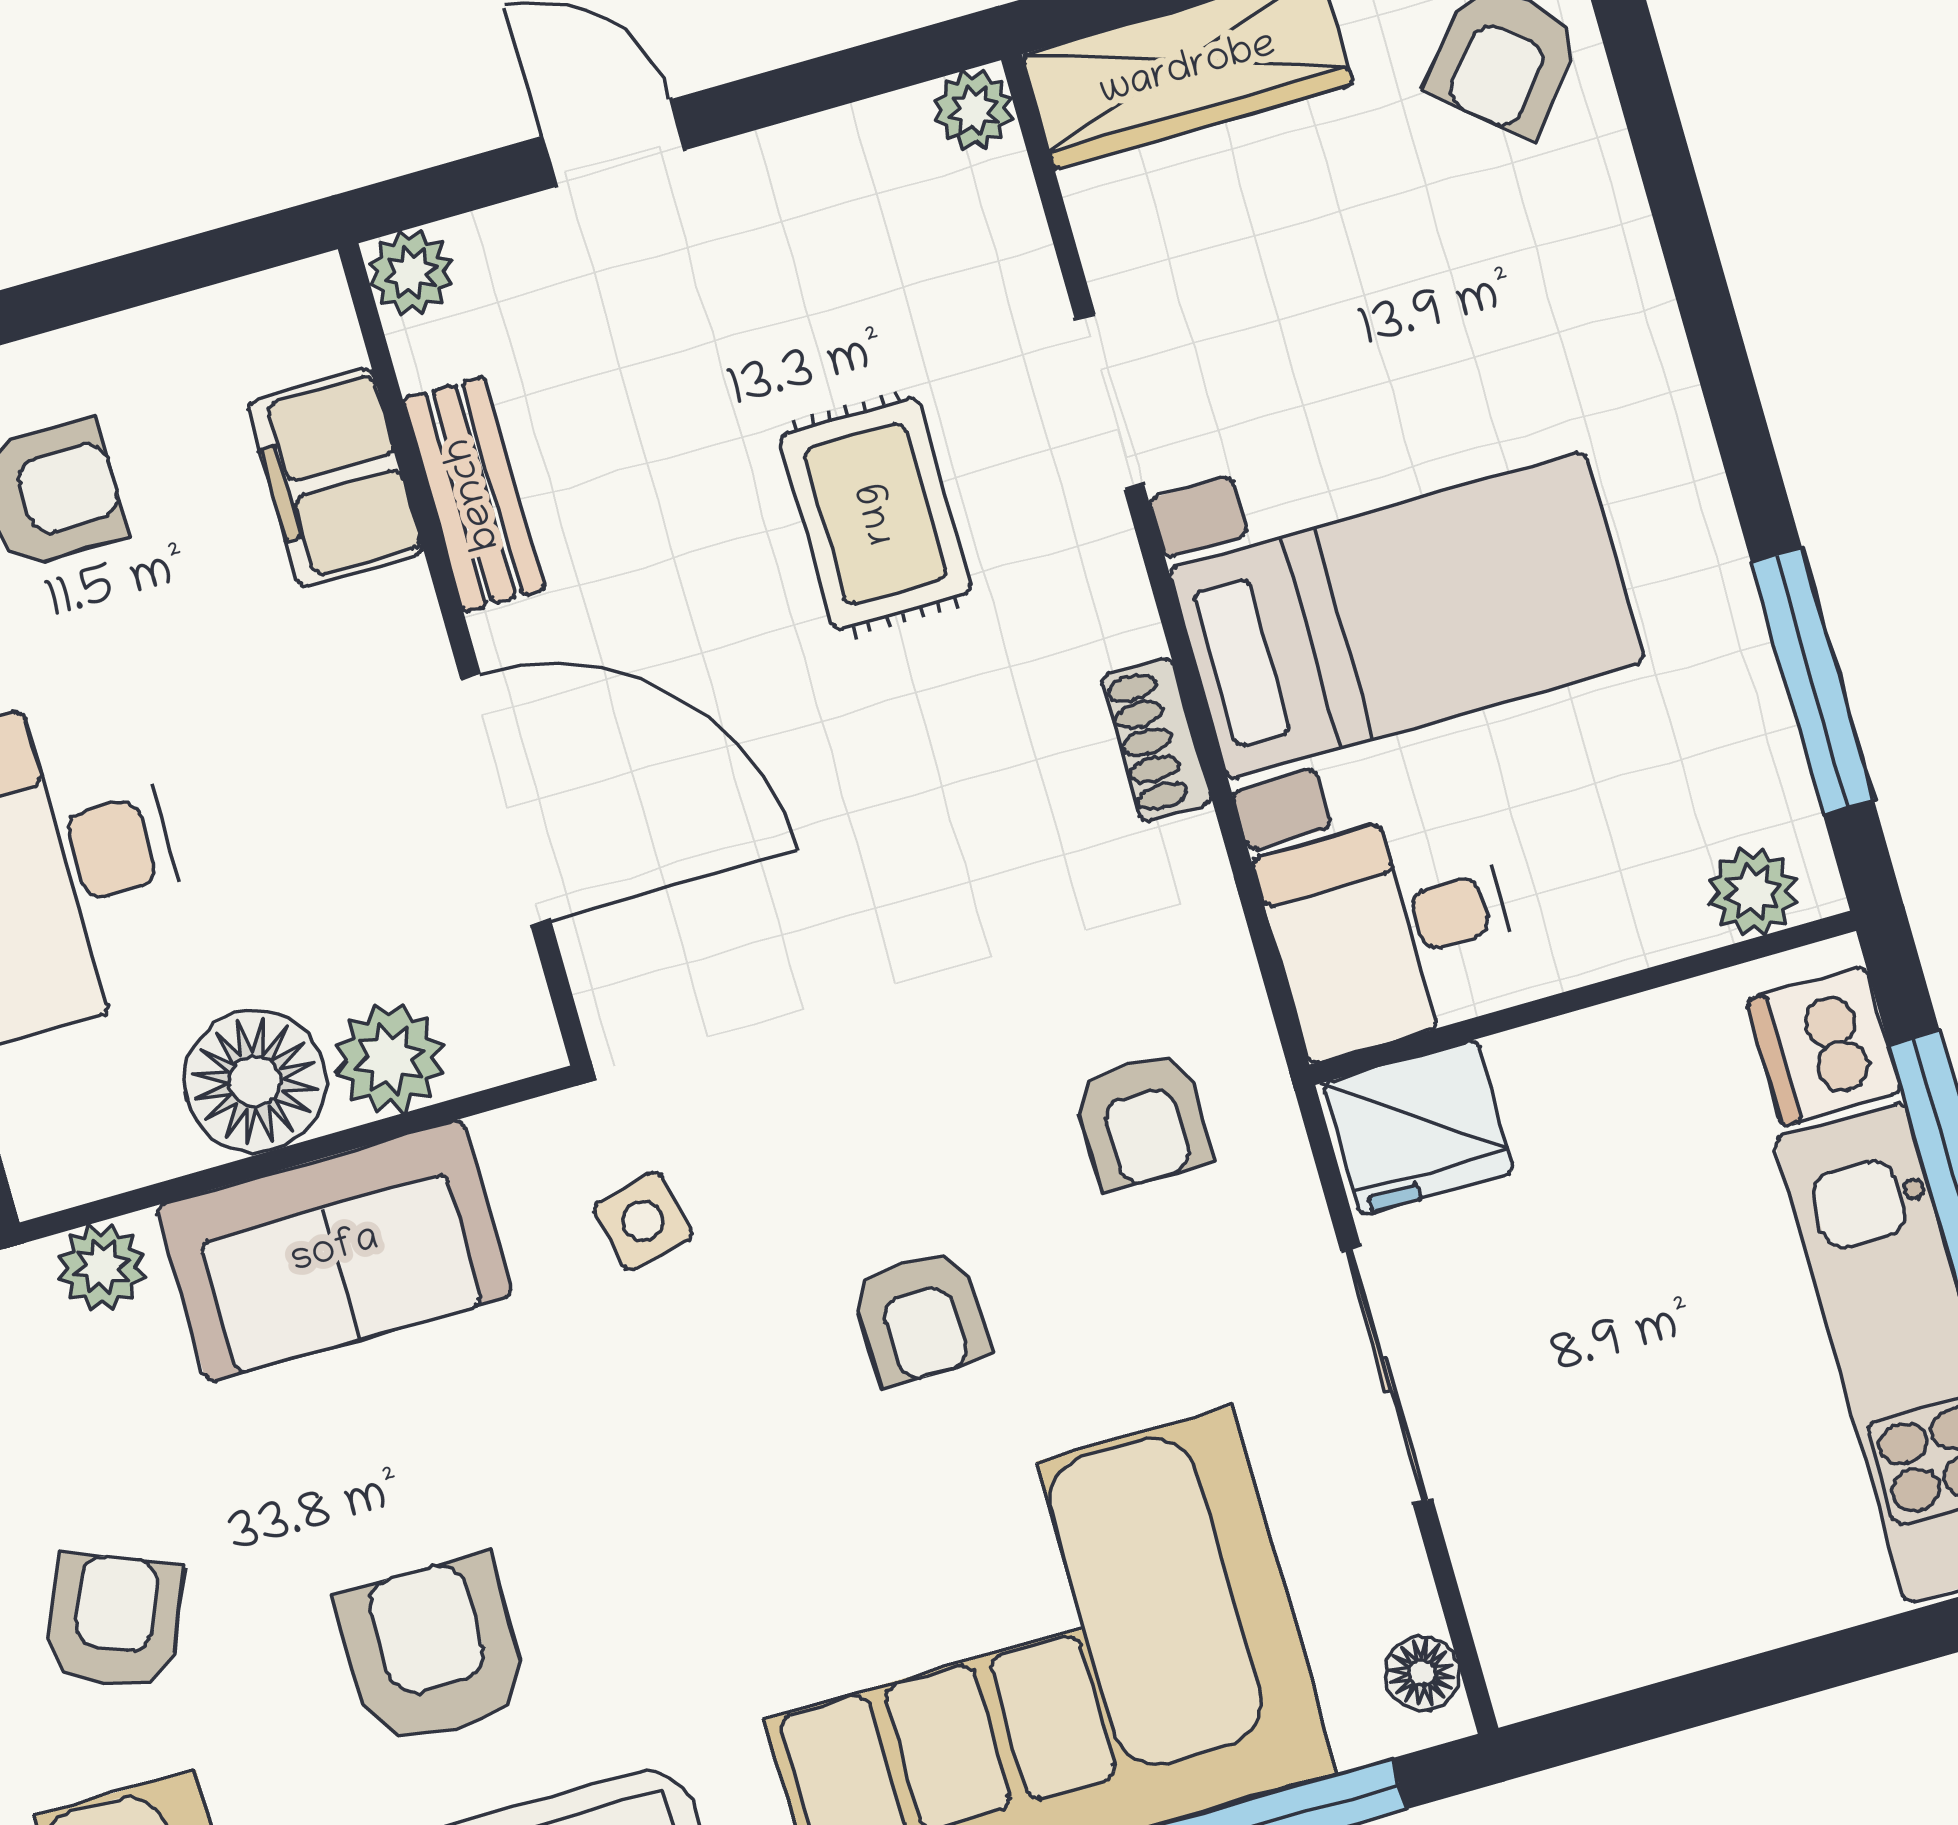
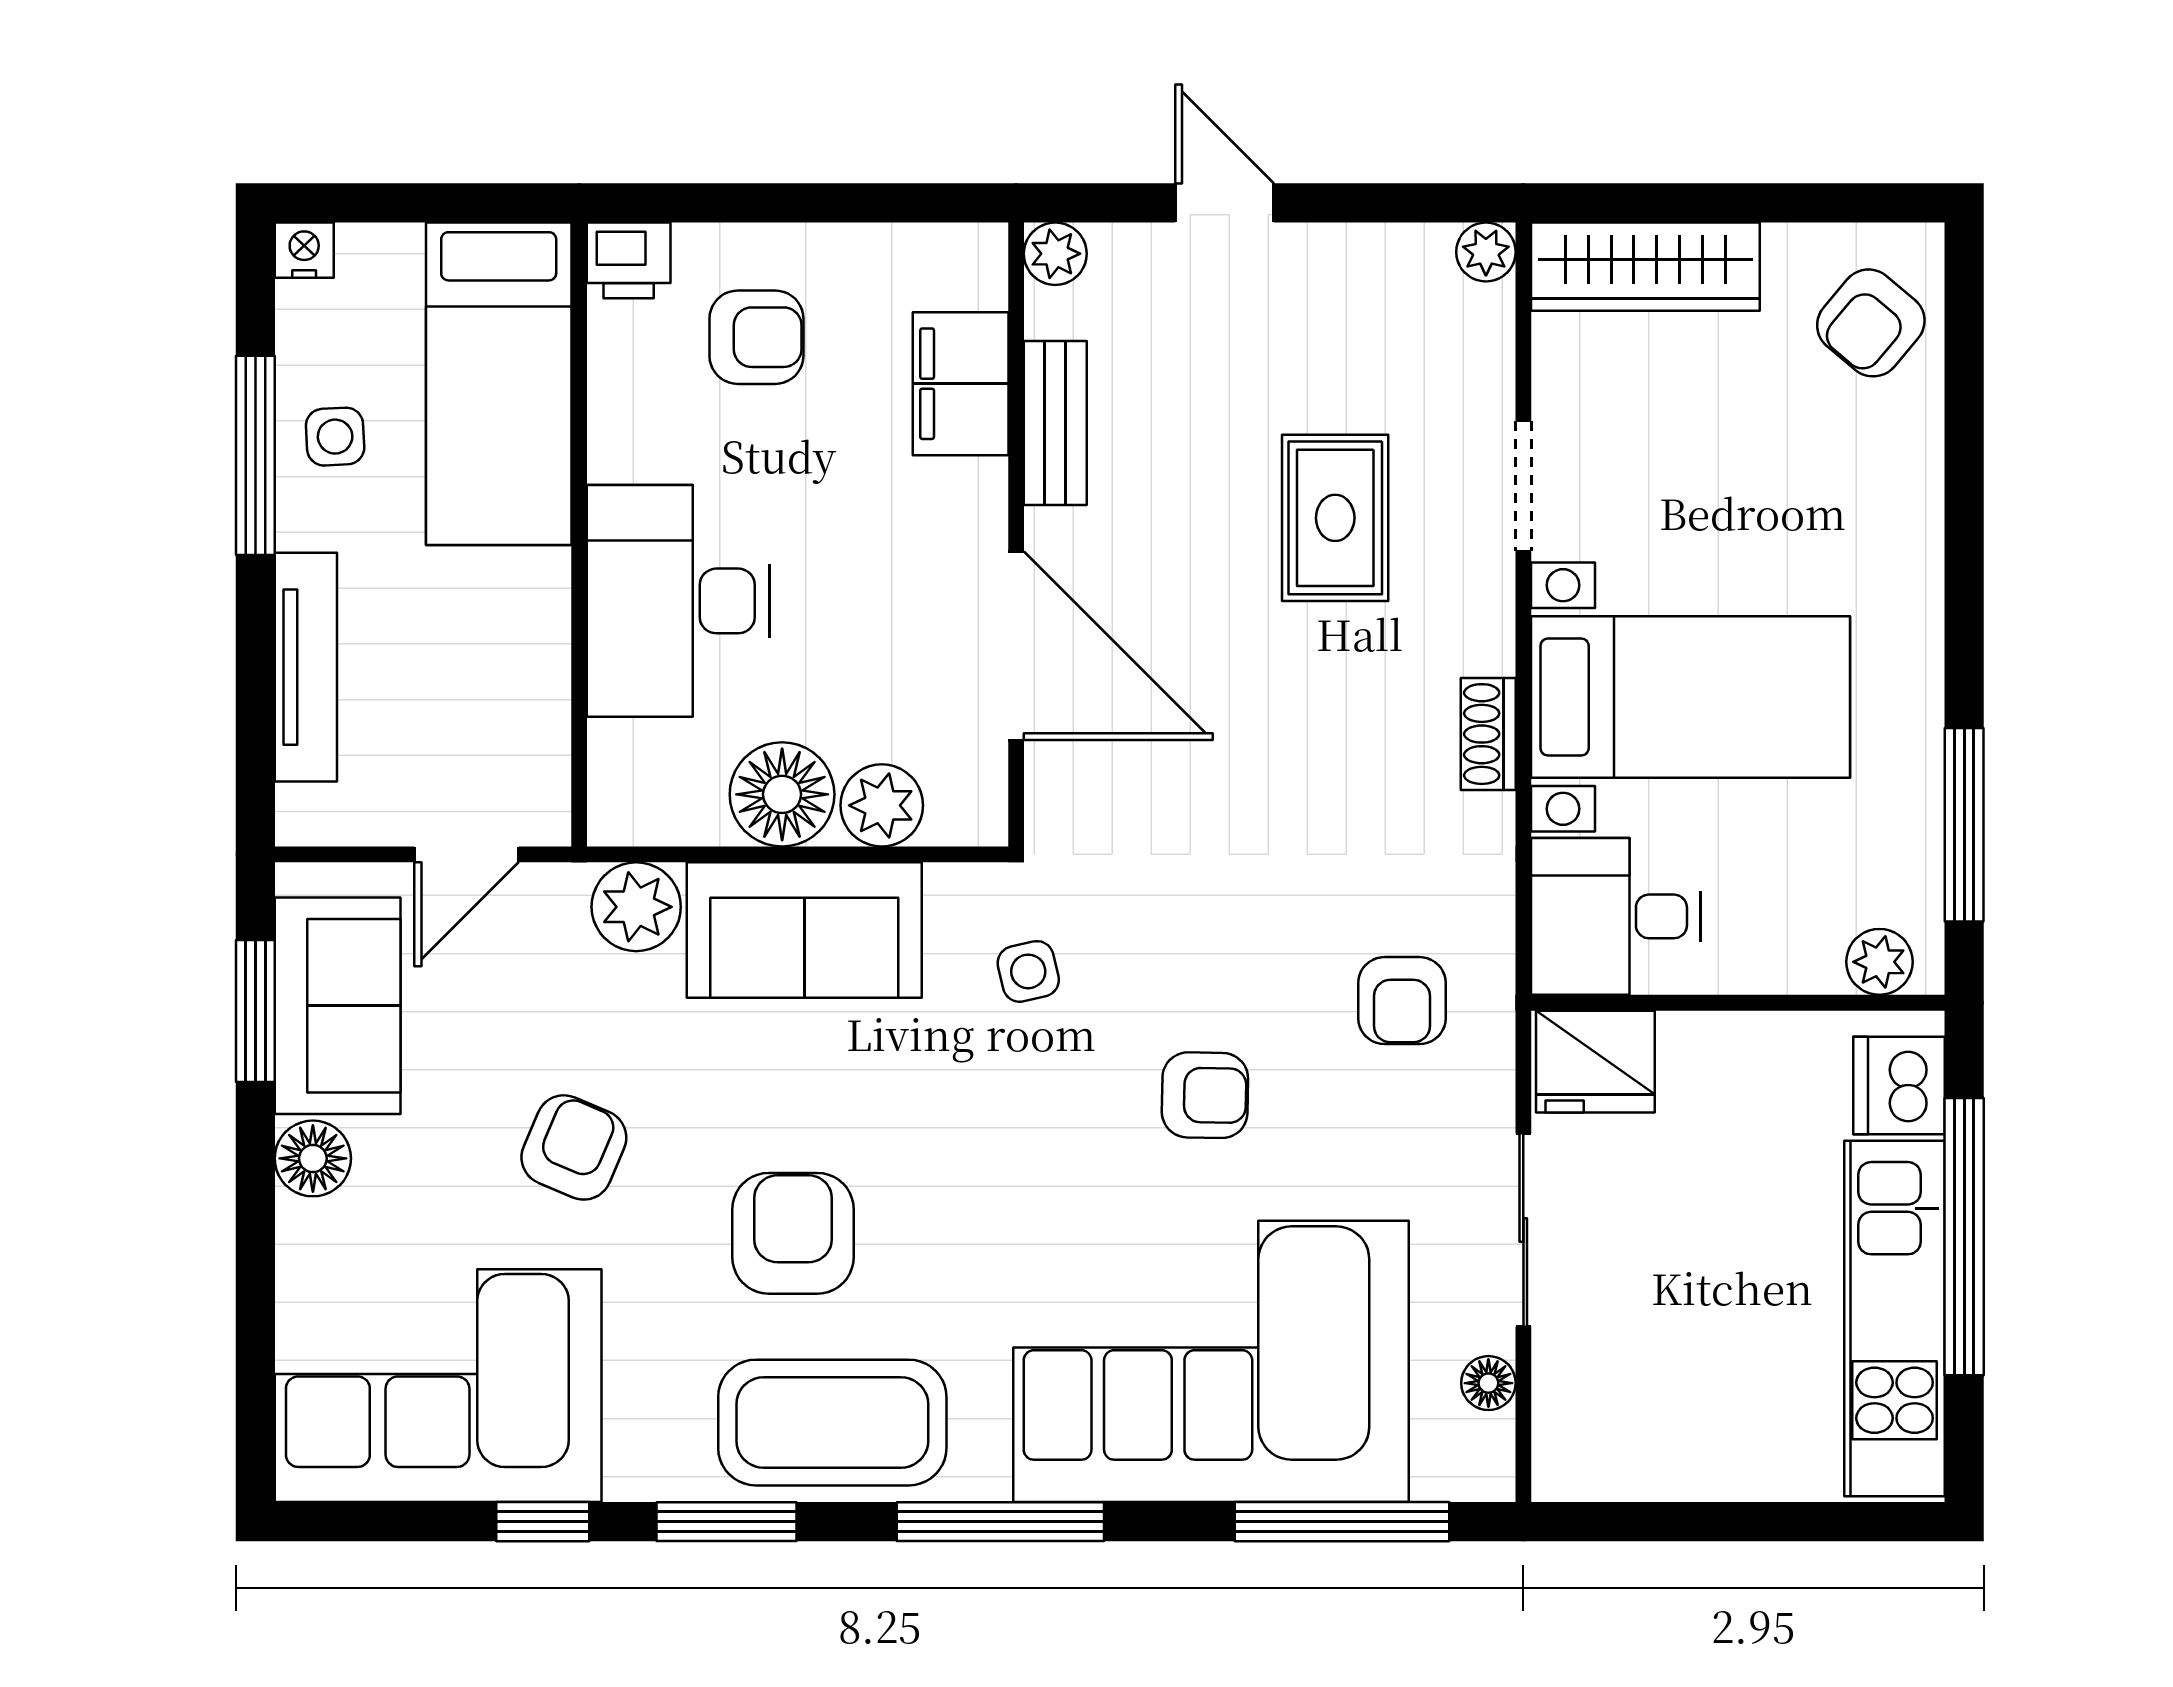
plant: (102, 1267) -> (636, 907), width x1.38, depth x1.38
armchair: (920, 1317) -> (1205, 1095), turned -87
floor lamp: (1422, 1673) -> (1488, 1383), moved

